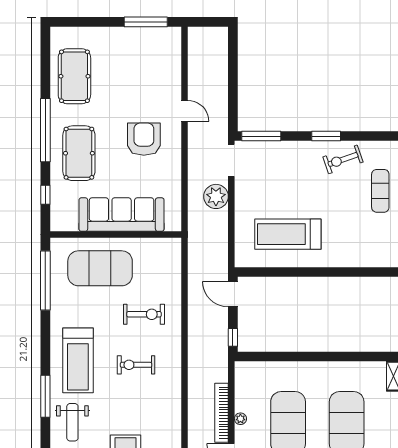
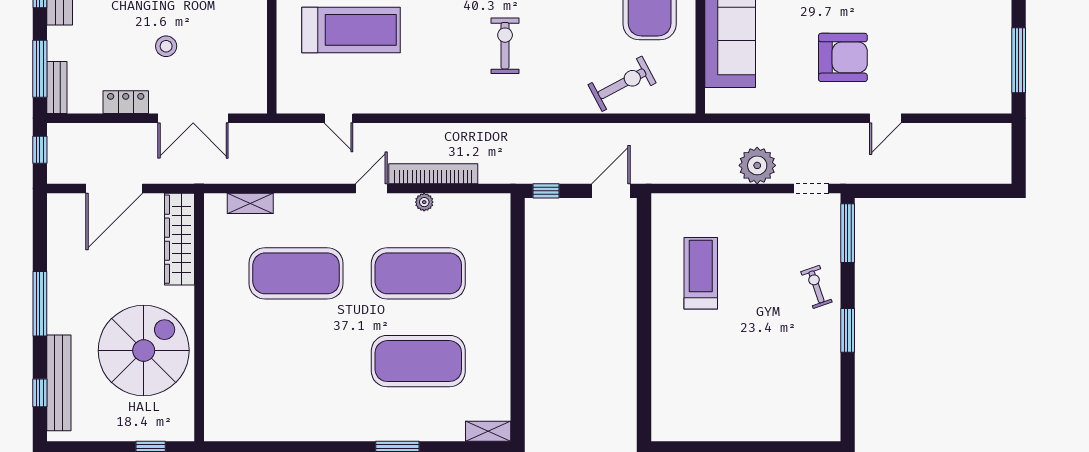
exercise bike: (343, 159) -> (816, 287), moved, width x0.73, depth x0.72
doorway: (231, 160) -> (811, 188), width x0.73
exercise mat: (380, 191) -> (766, 412), removed
treadmill: (288, 234) -> (701, 273), width x0.73, depth x0.73
exercise bike: (144, 314) -> (622, 84), moved, turned -118

